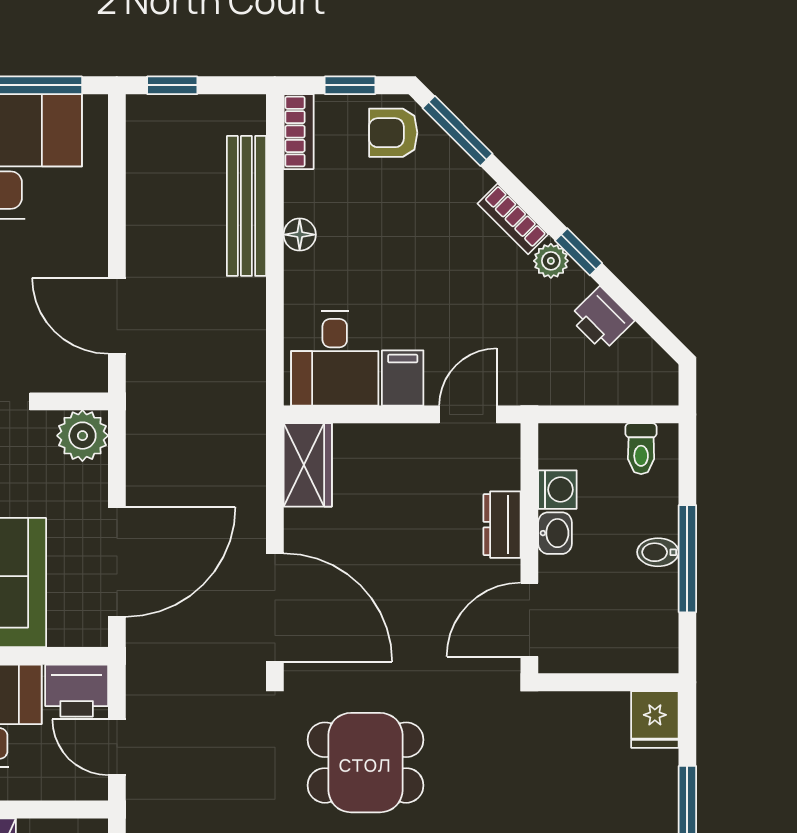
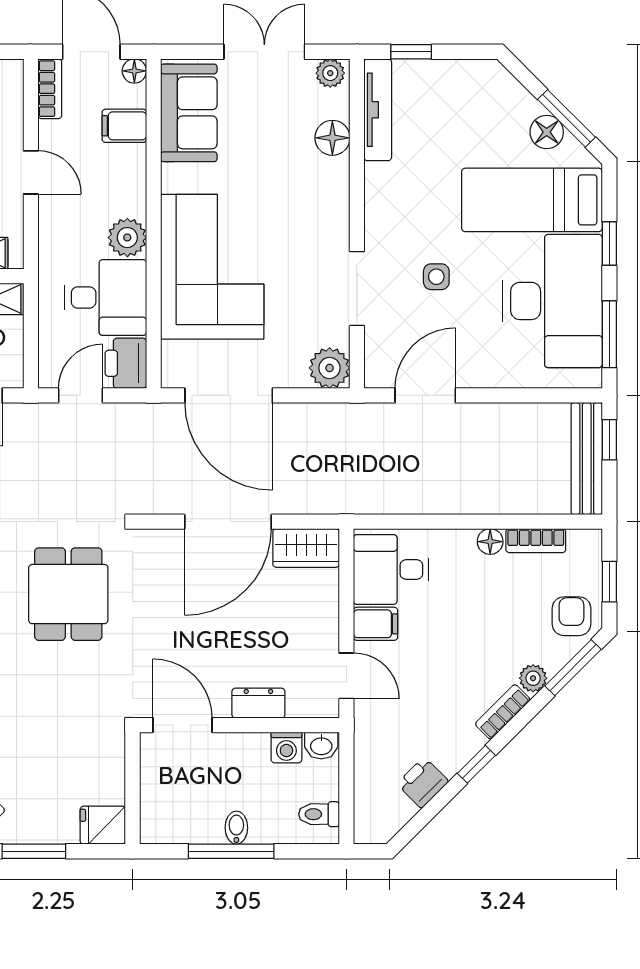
bookcase: (299, 132) -> (536, 541), moved
bench: (246, 206) -> (587, 459), moved, turned 90
plant: (551, 261) -> (533, 678), moved
washbasin: (555, 533) -> (321, 745), moved
door: (275, 608) -> (228, 522), moved

